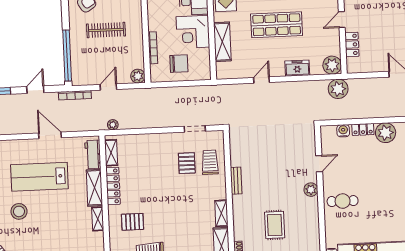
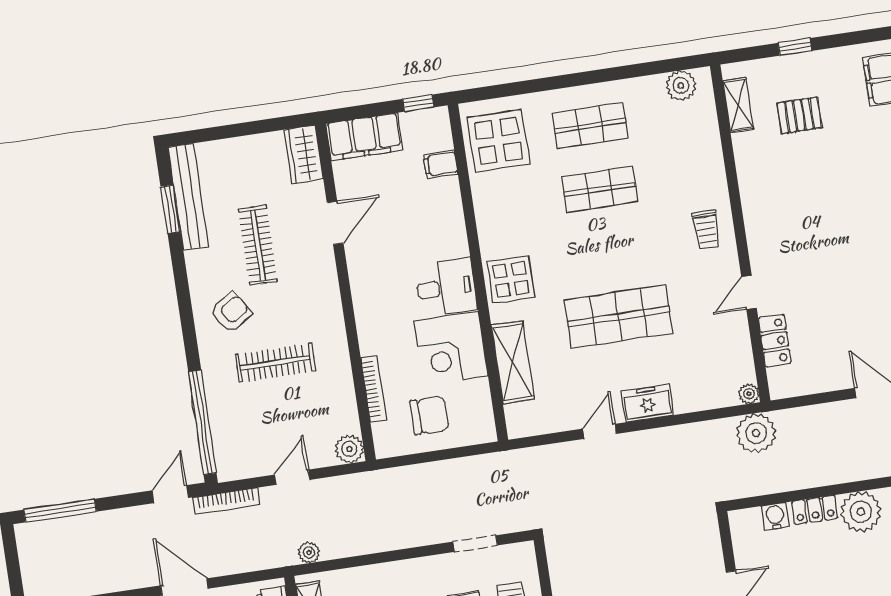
plant: (332, 65) -> (749, 394), width x0.53, depth x0.53
freezer: (297, 68) -> (647, 403), moved
door: (35, 90) -> (170, 494), moved

